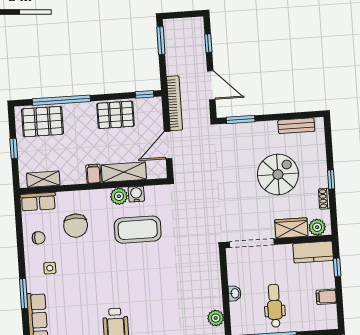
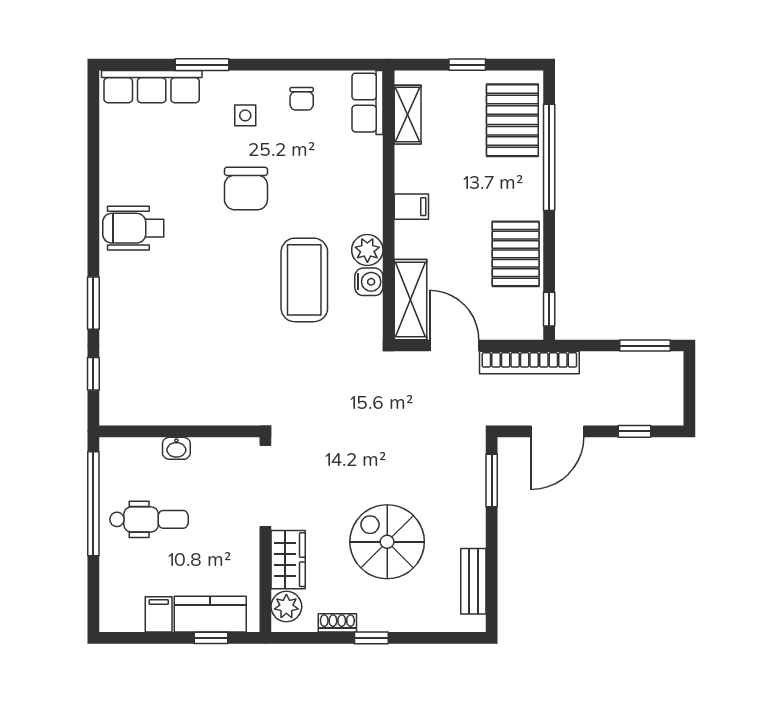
shelving: (124, 172) -> (410, 300), moved
spiral stairs: (278, 174) -> (387, 542), turned 180
chair: (76, 226) -> (246, 189), moved, turned -90
kitchen counter: (313, 252) -> (210, 614), moved, turned 90
plant: (216, 318) -> (134, 411), removed

